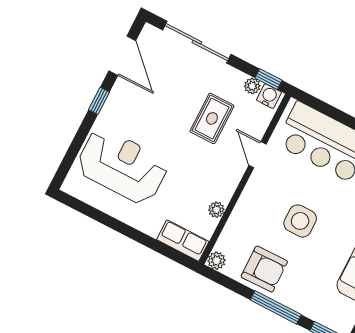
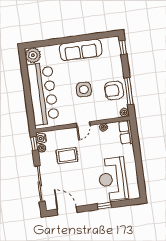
door: (122, 56) -> (67, 211), hinge flipped
window: (99, 101) -> (104, 206), moved
door: (257, 155) -> (83, 124), moved
armchair: (264, 269) -> (114, 90), turned -89
window: (276, 307) -> (129, 91), moved

